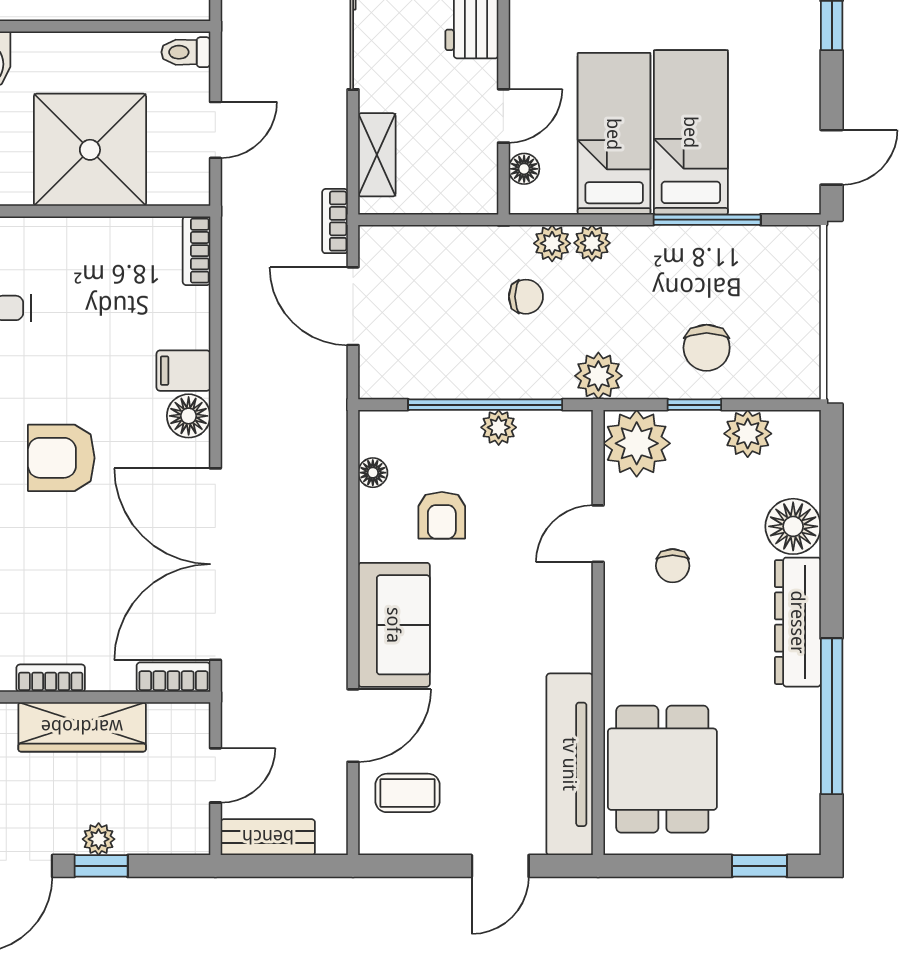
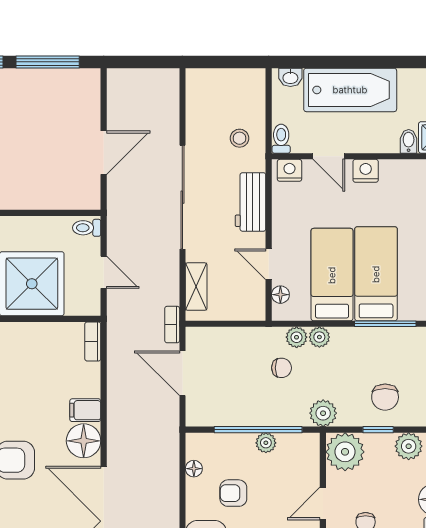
door: (503, 116) -> (269, 264), swing flipped
door: (215, 130) -> (104, 272), hinge flipped
floor lamp: (189, 416) -> (84, 441), width x1.38, depth x1.38
armchair: (442, 515) -> (233, 493), turned 90

